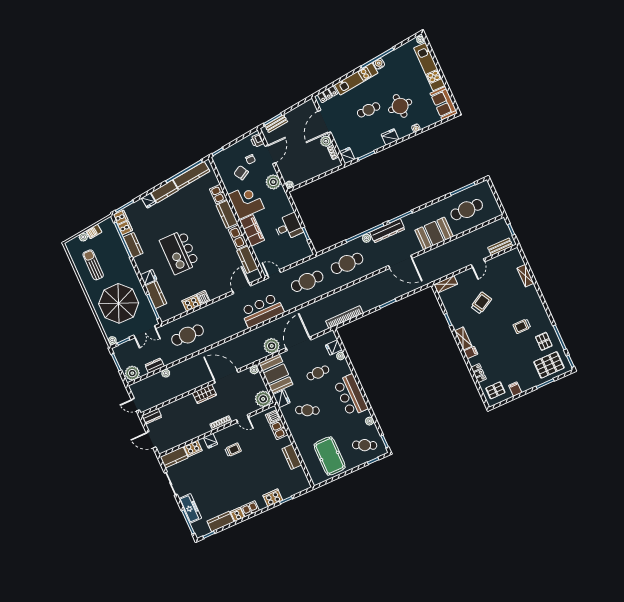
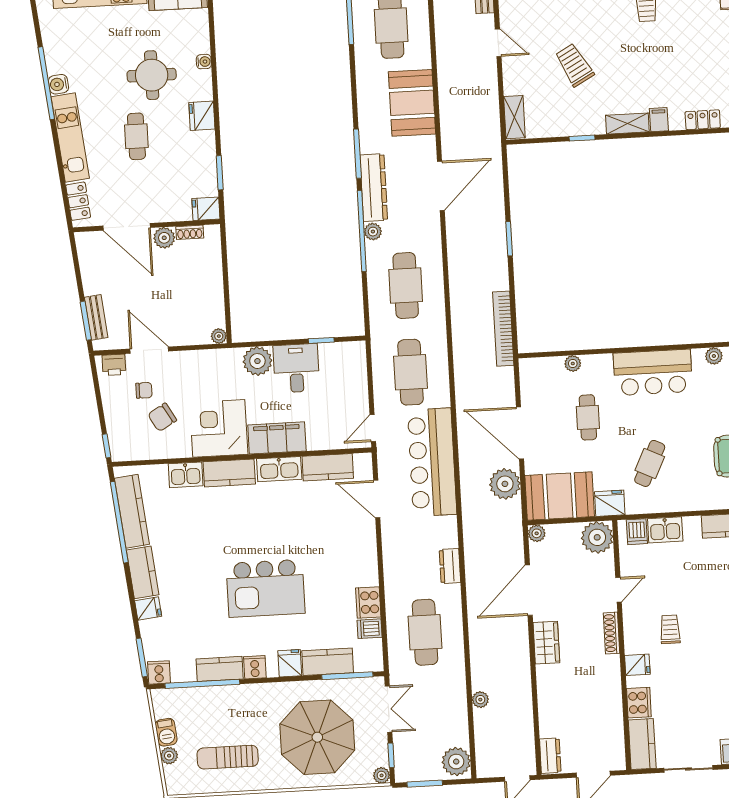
plant: (273, 182) -> (257, 361), moved
cooker: (125, 228) -> (255, 667), moved
dishwasher: (203, 298) -> (370, 629), moved
bar counter: (262, 311) -> (432, 462), width x1.36
fridge: (334, 347) -> (552, 370), removed
dresser: (155, 366) -> (450, 566), moved

